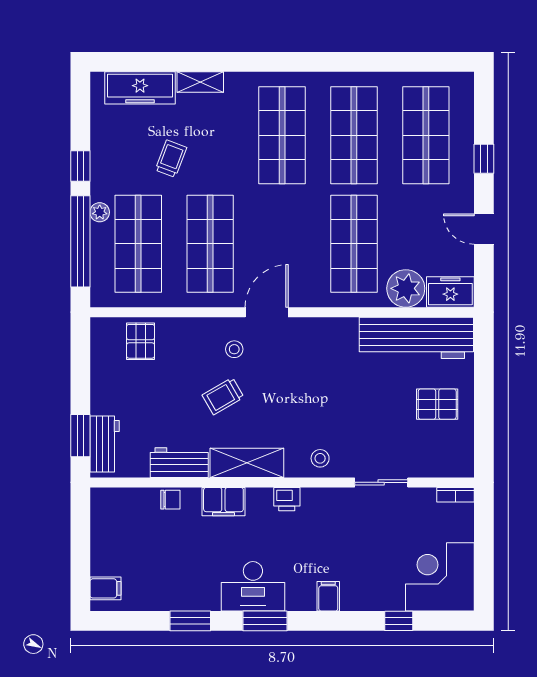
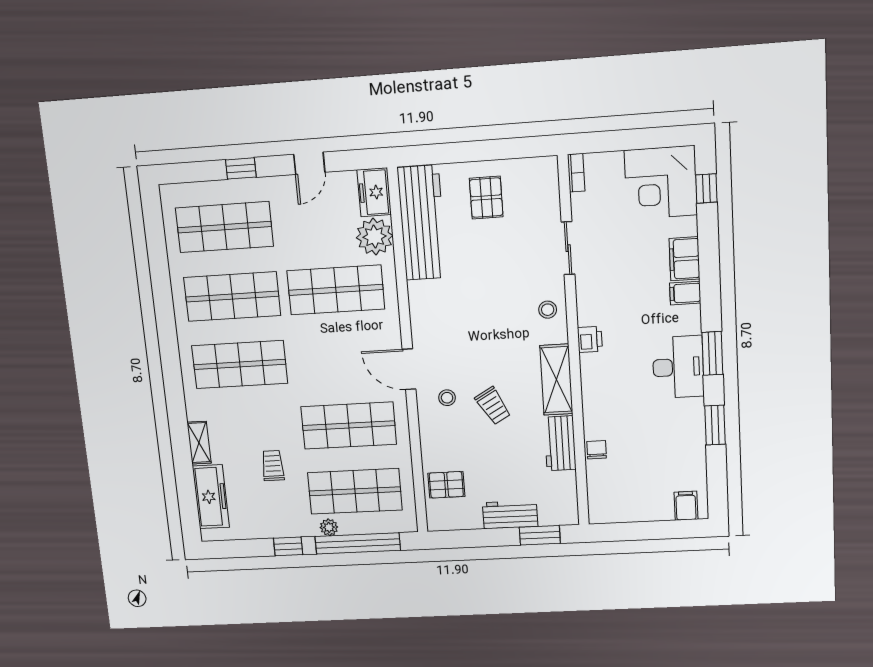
trolley: (171, 159) -> (273, 466), turned 69
workbench: (105, 444) -> (510, 515), moved
filing cabinet: (223, 502) -> (684, 259), moved, turned 180
window: (399, 621) -> (706, 188), moved

